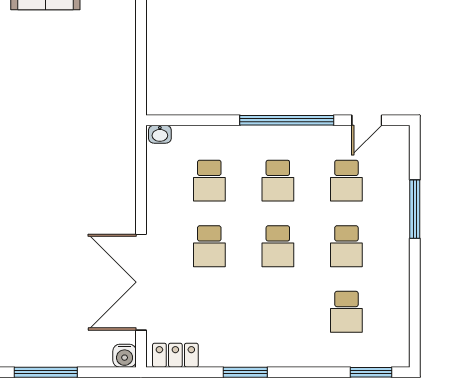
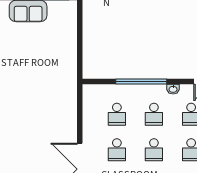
window: (287, 120) -> (141, 82), moved
washbasin: (160, 134) -> (173, 89), moved

